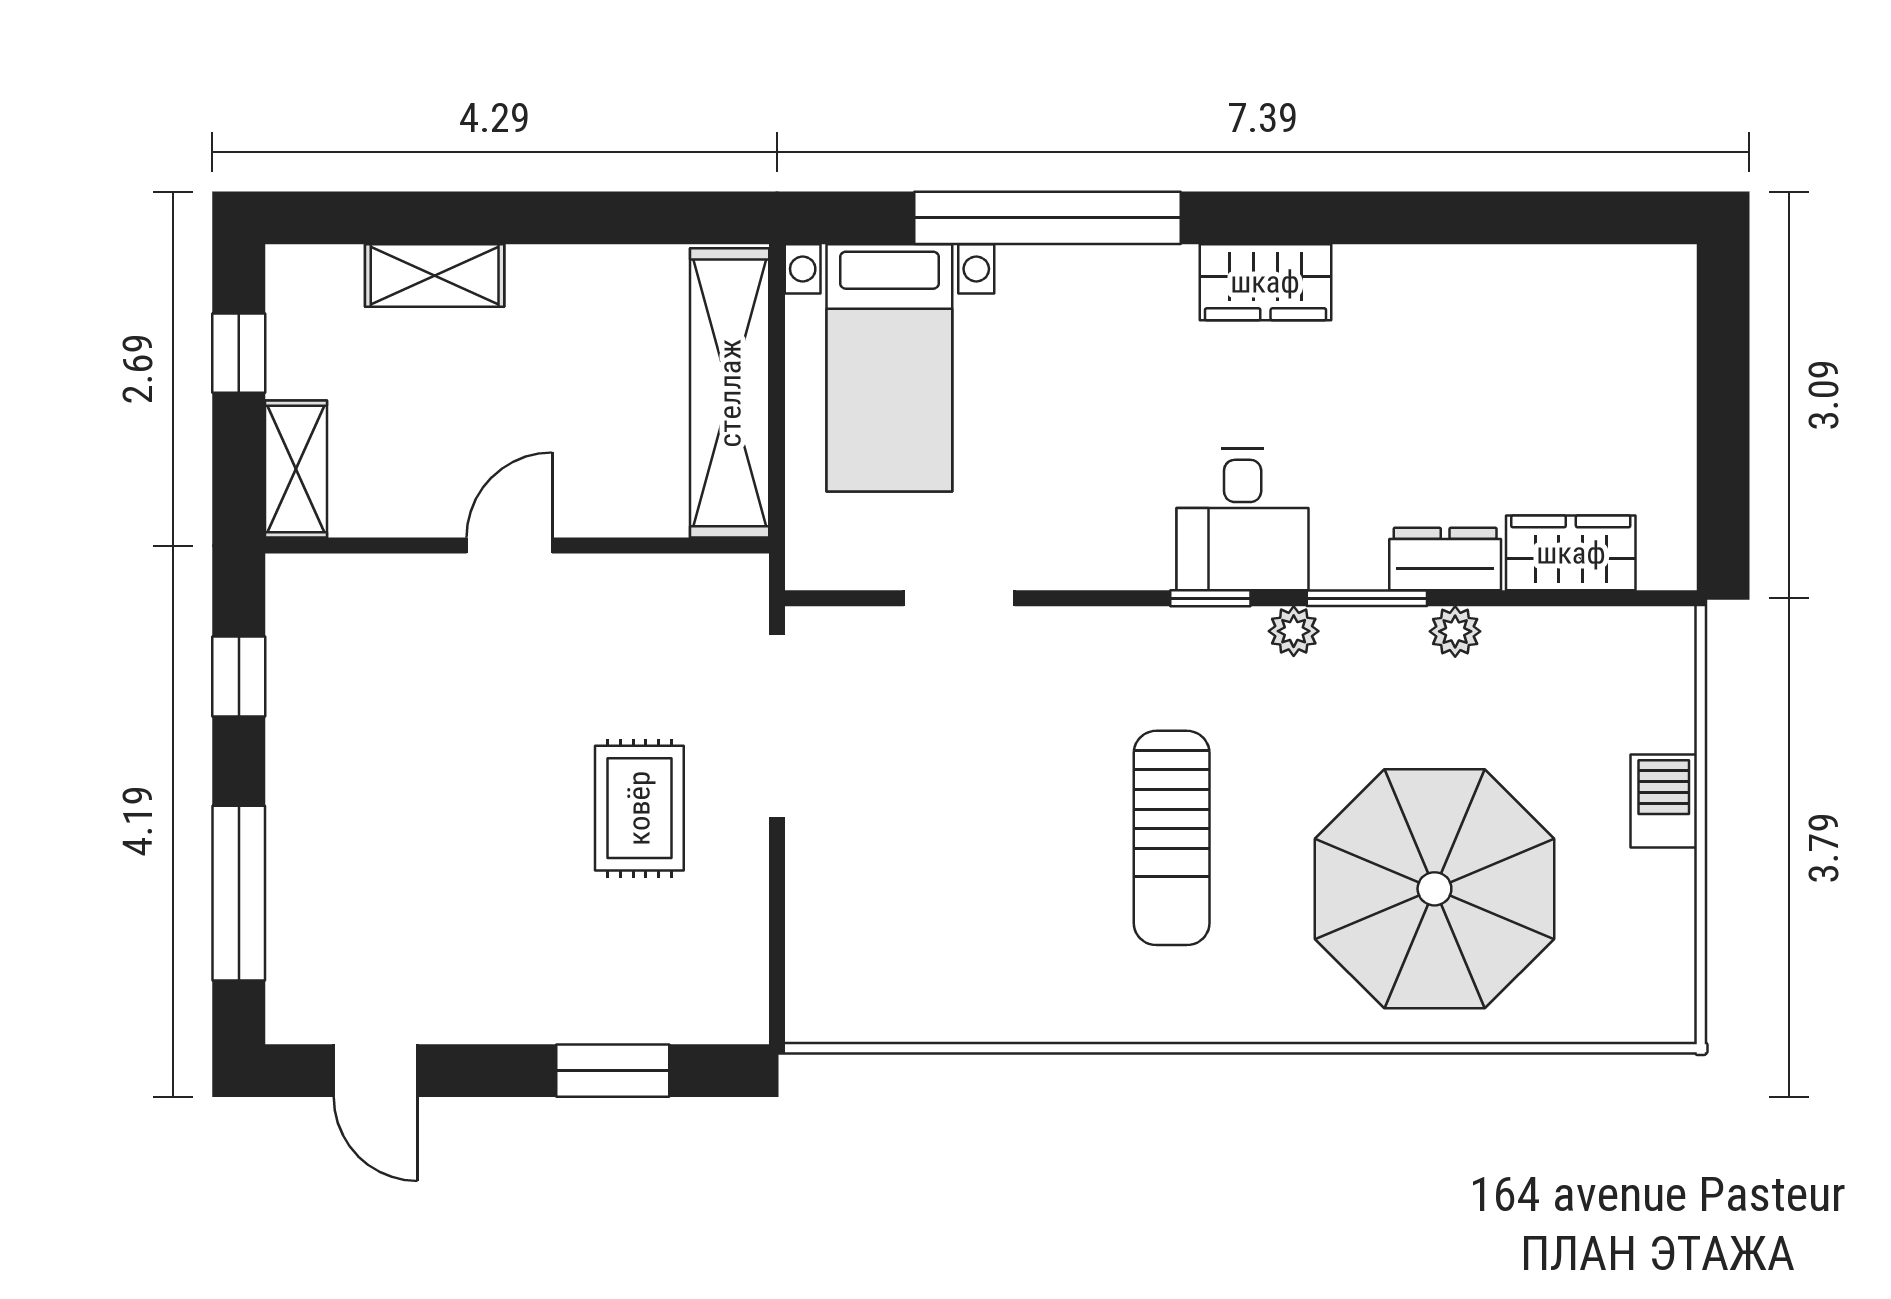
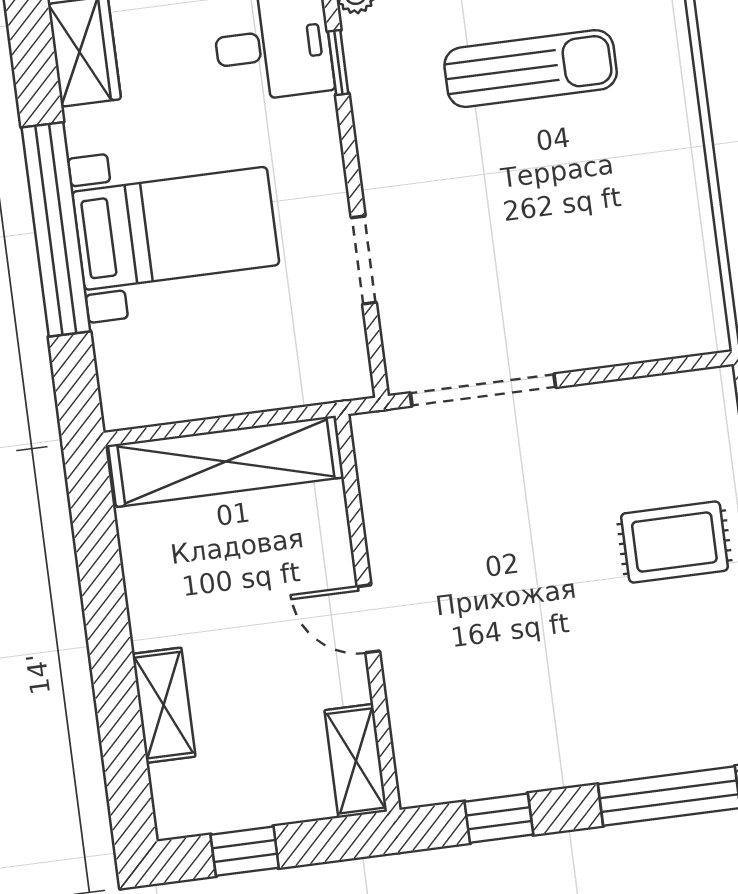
bed with nightstands: (889, 368) -> (176, 228), moved
shelving: (296, 469) -> (356, 761), moved, turned 90
rug: (639, 808) -> (674, 542), moved

